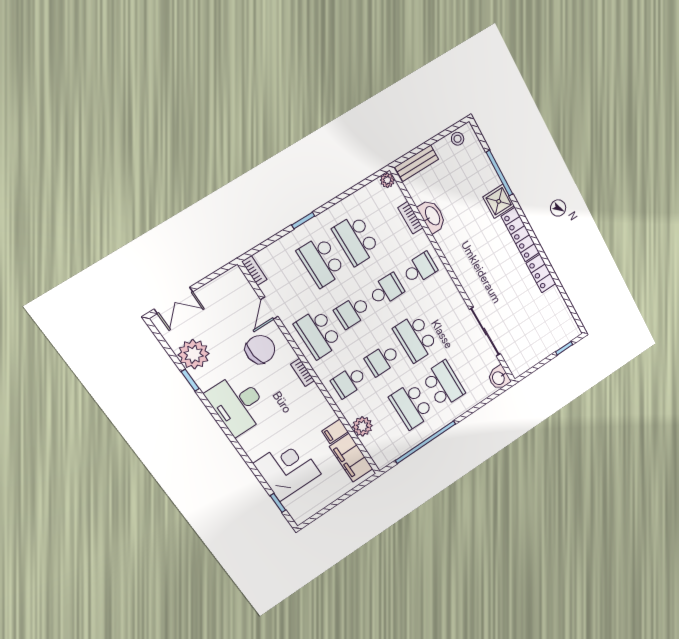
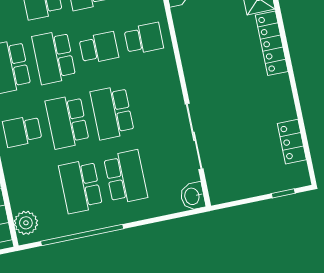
locker: (541, 273) -> (292, 142), moved
school desk: (352, 312) -> (54, 57), width x1.85
school desk: (382, 360) -> (67, 122), width x1.85
plant: (362, 426) -> (26, 223), moved

